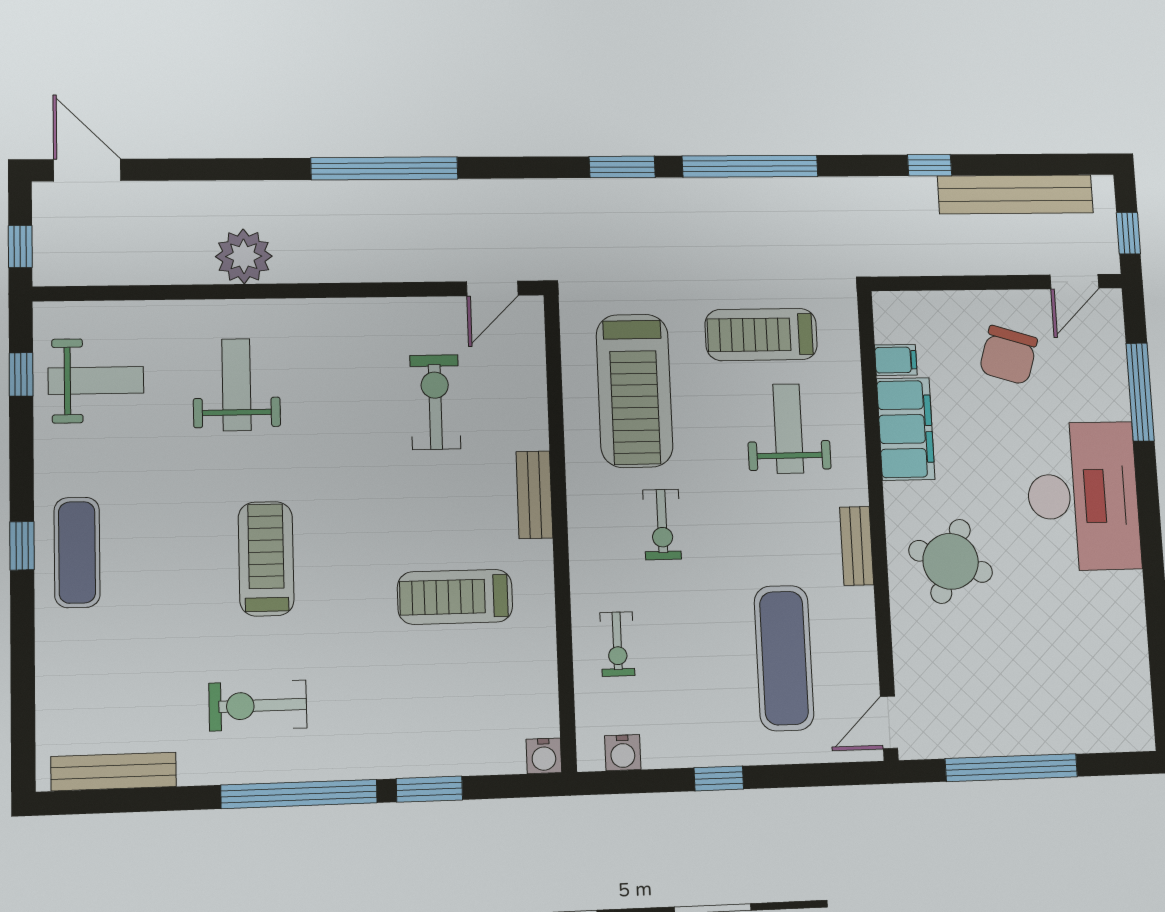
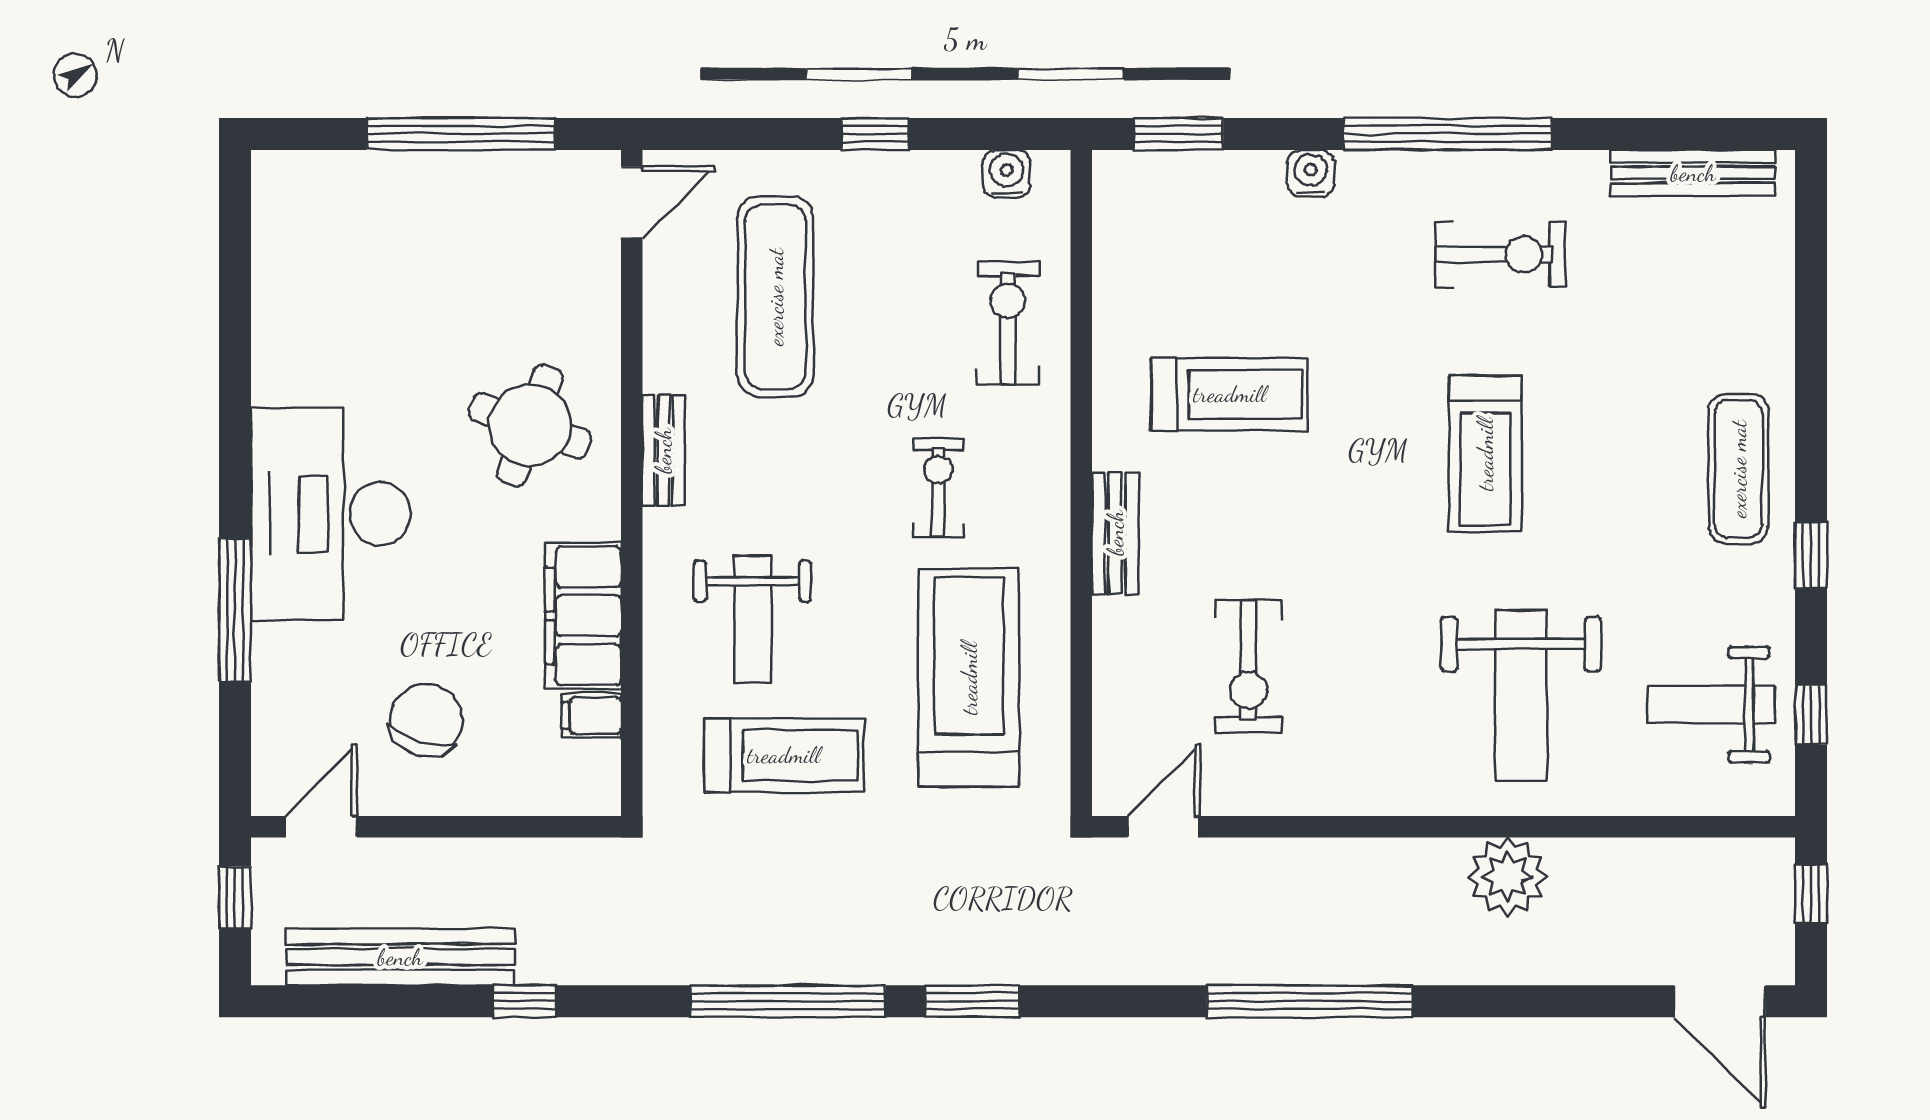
weight bench: (236, 385) -> (1521, 695), width x1.36, depth x1.33
window: (1140, 392) -> (235, 610), moved
window: (22, 546) -> (1811, 555), moved
exercise bike: (617, 644) -> (1008, 323), width x1.38, depth x1.39
water cooler: (544, 756) -> (1311, 173), moved
window: (429, 789) -> (1179, 134), moved

